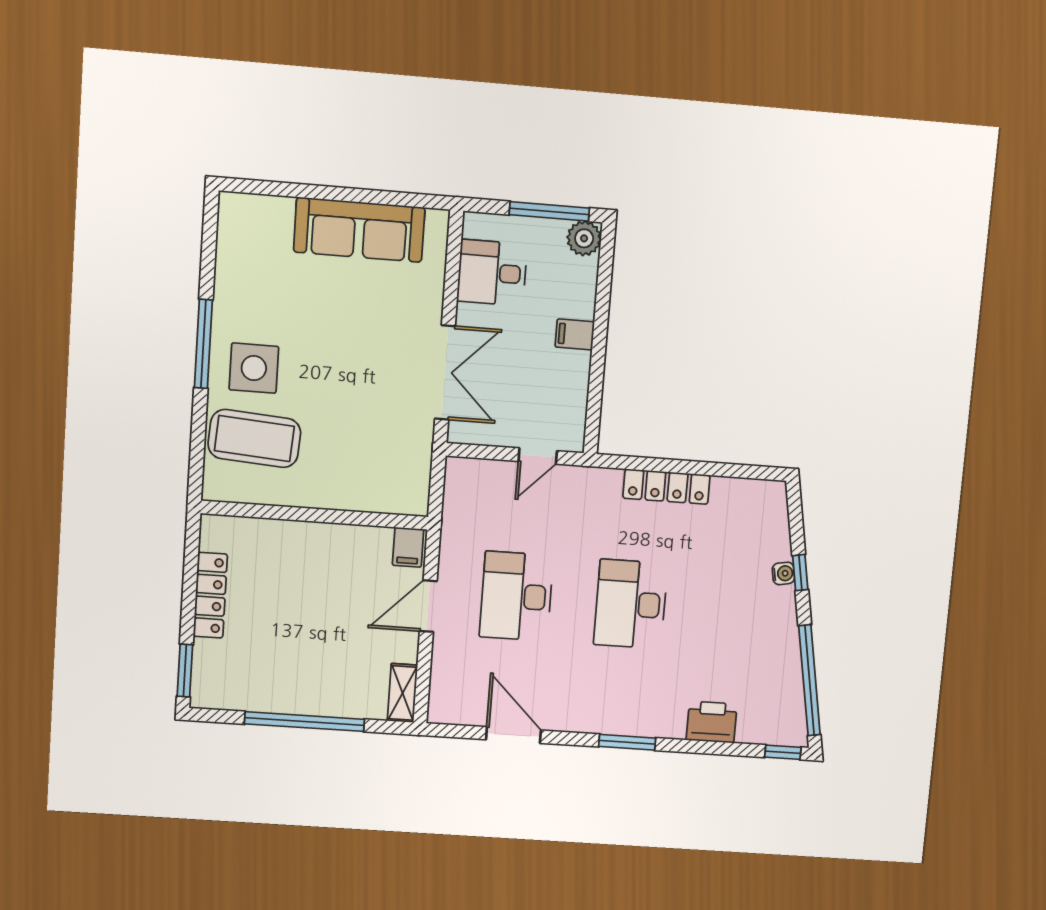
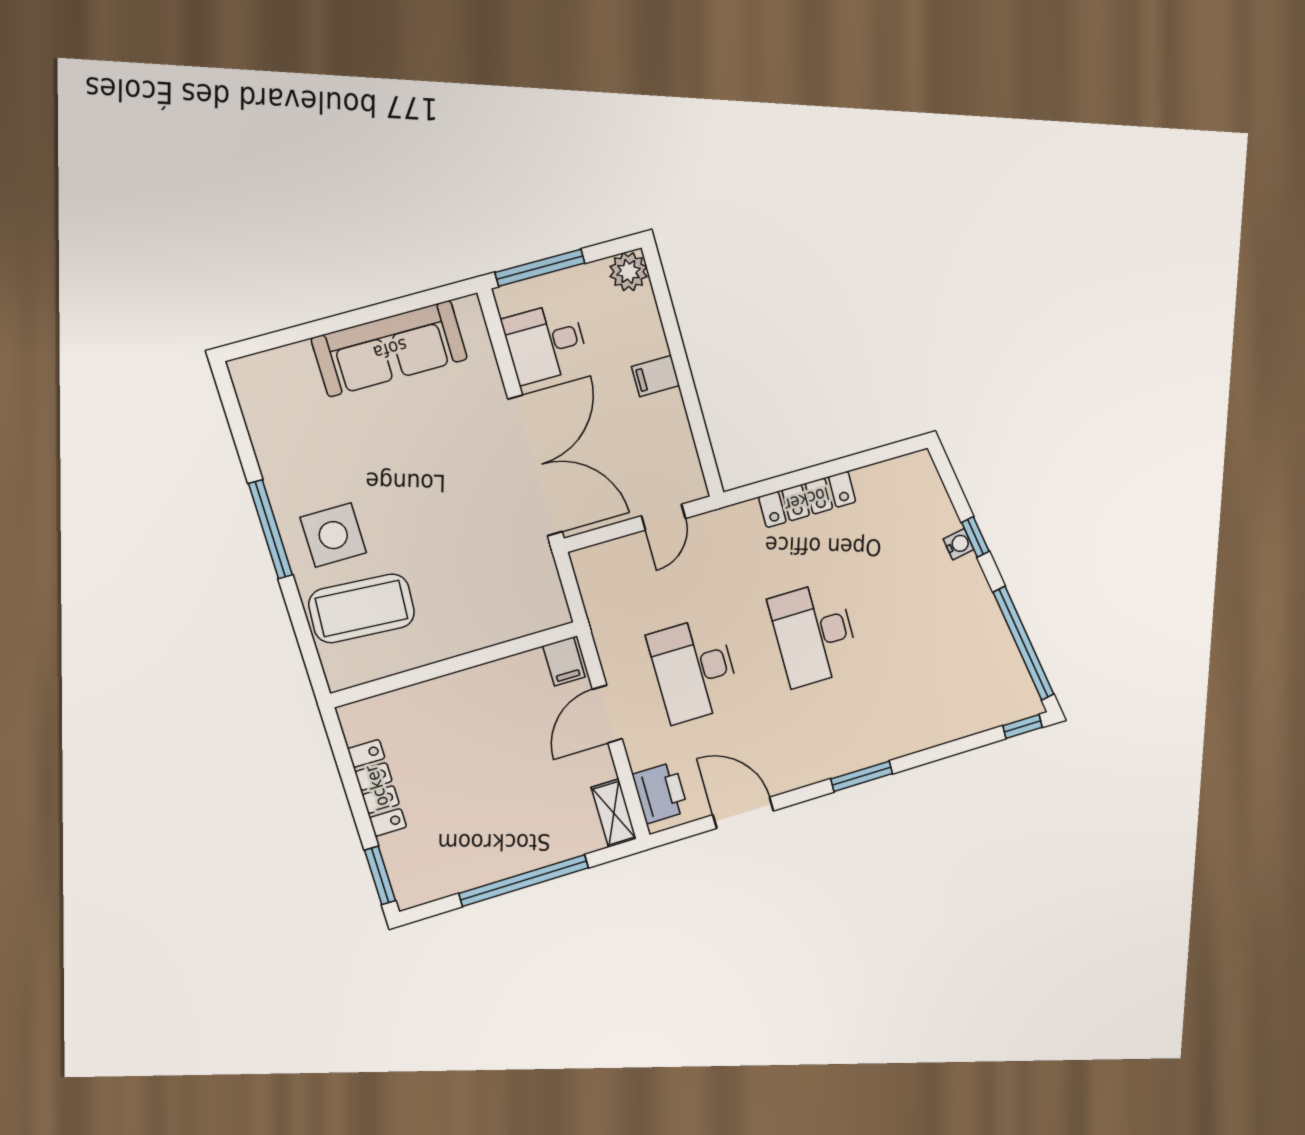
window: (549, 211) -> (540, 268), moved
double door: (445, 373) -> (535, 466), width x1.36
printer: (712, 722) -> (660, 793), moved, turned 90

